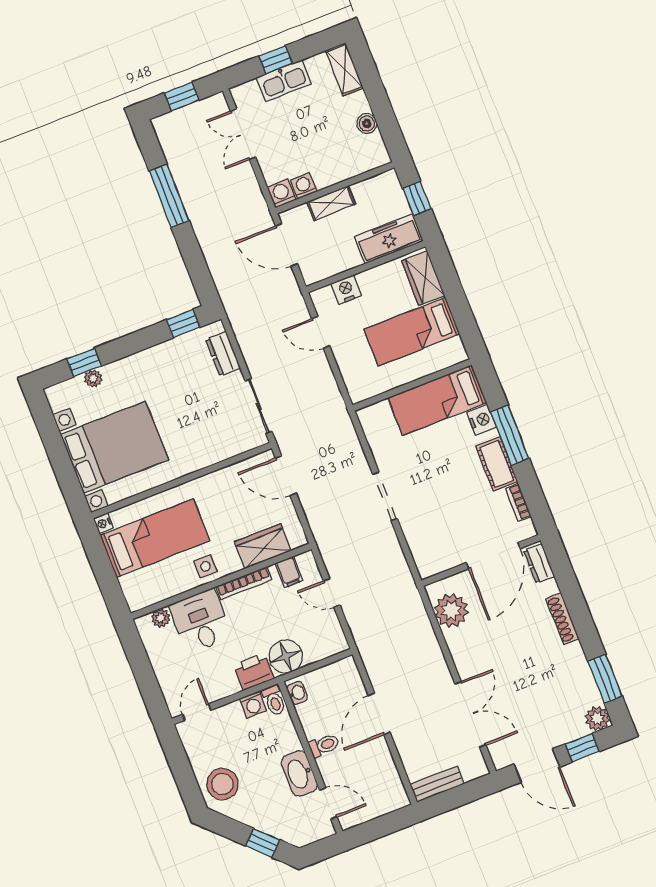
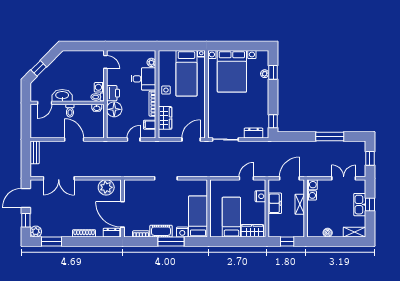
freezer: (389, 239) -> (275, 203), moved, width x0.71
stool: (222, 784) -> (70, 61), removed

